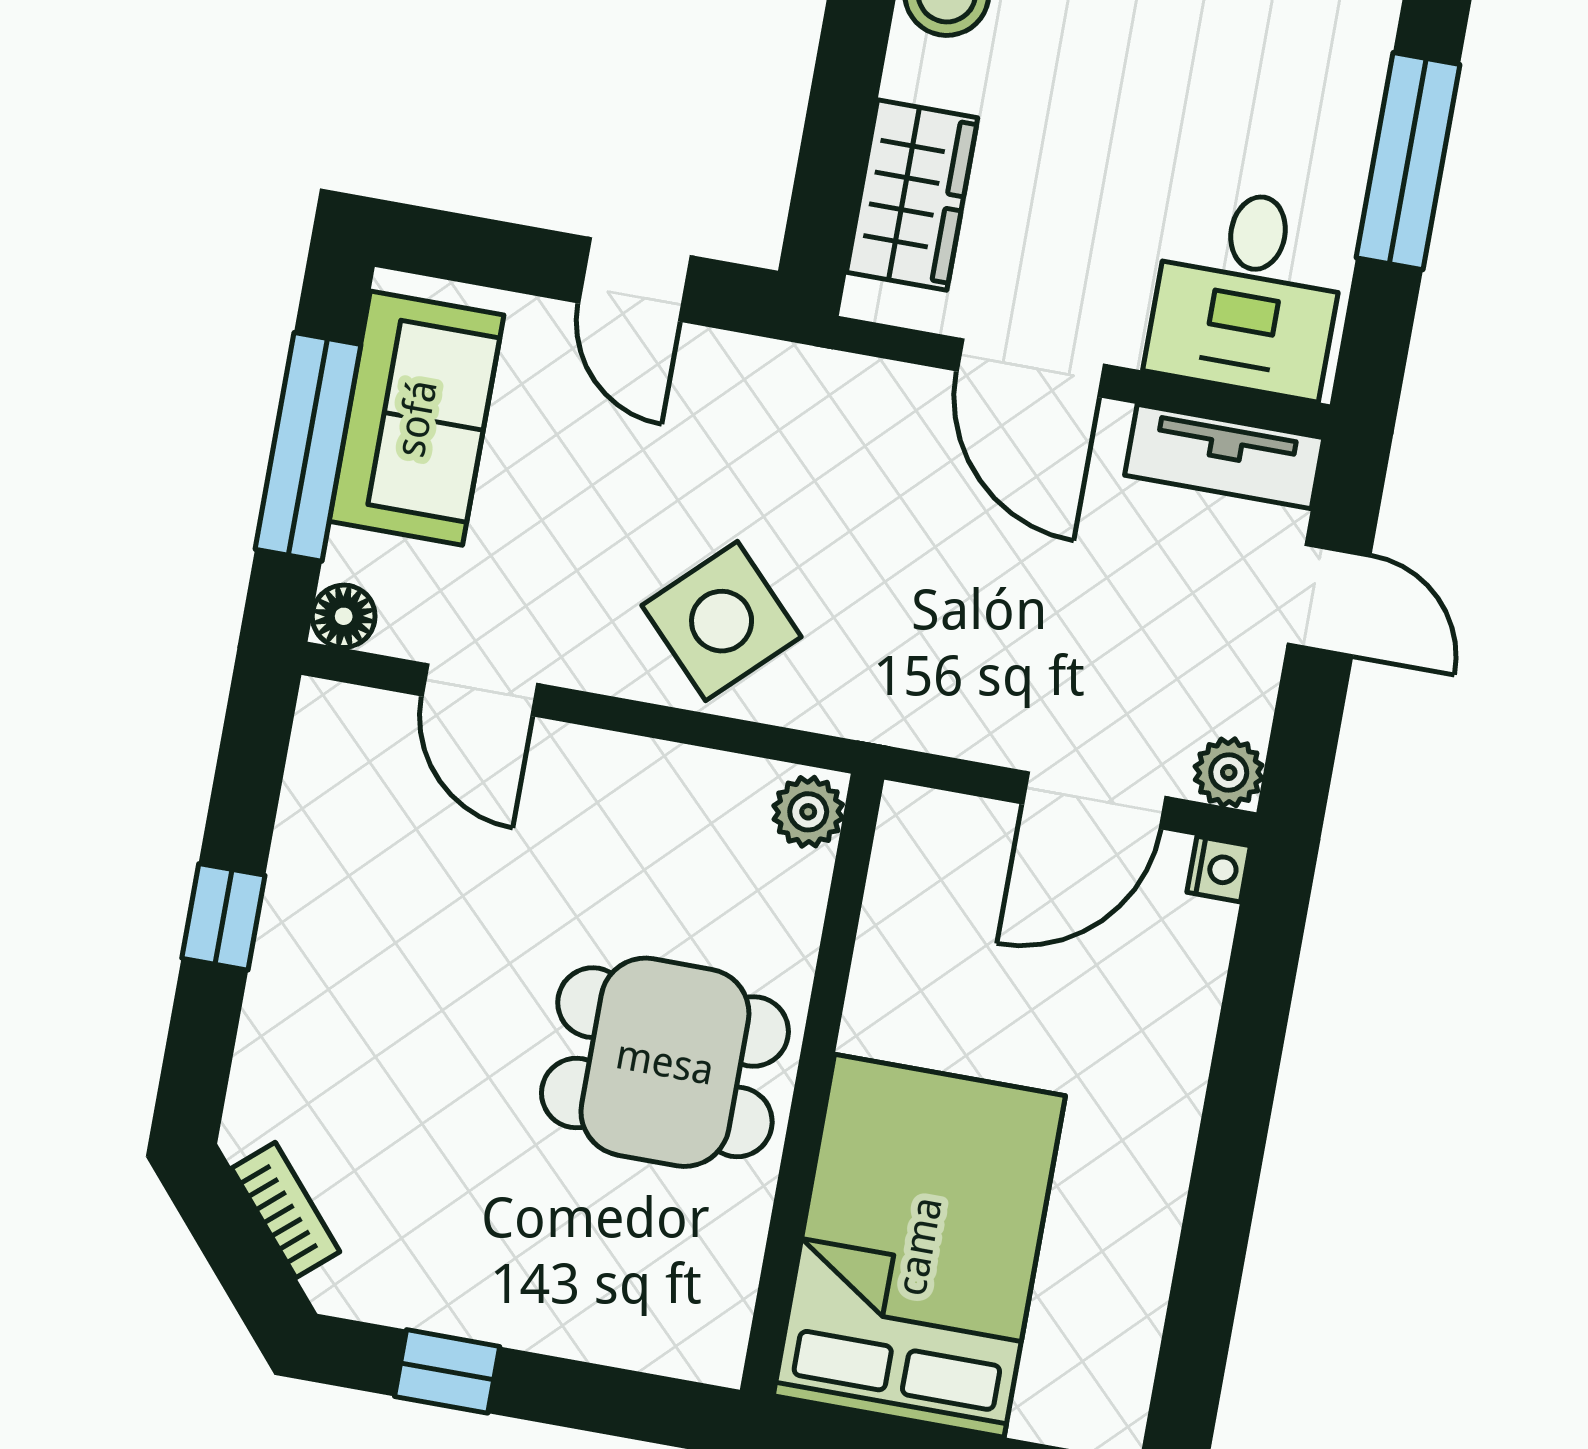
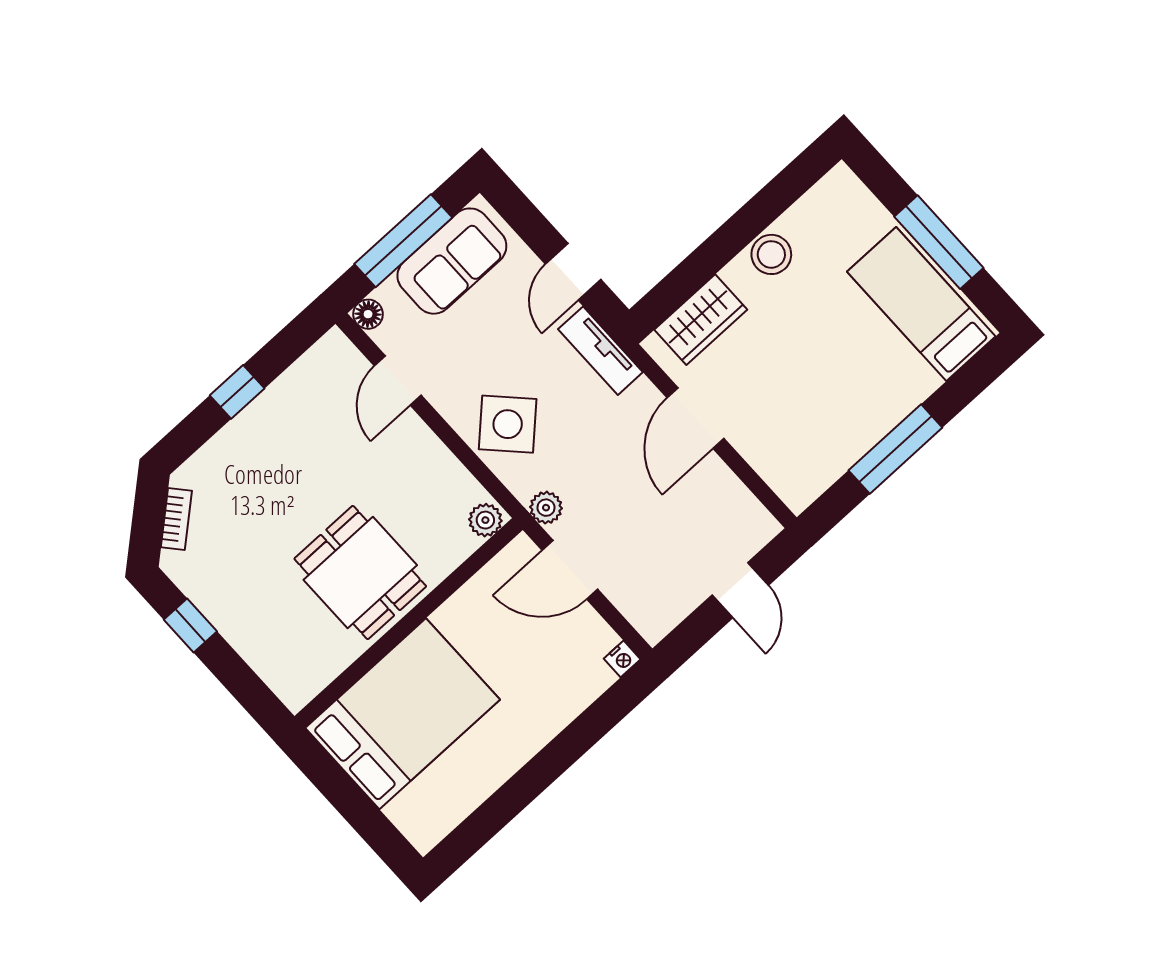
desk: (1247, 292) -> (798, 452), removed
tv unit: (1224, 456) -> (600, 351), moved
plant: (1229, 772) -> (546, 508), moved
door: (1094, 800) -> (570, 570), moved

